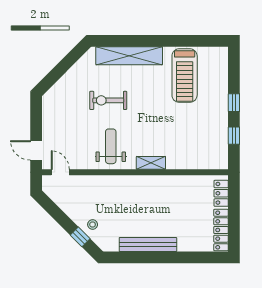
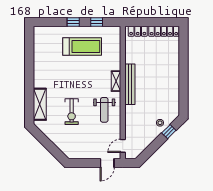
shelving: (129, 56) -> (40, 104), width x0.68
treadmill: (185, 76) -> (82, 47), moved
weight bench: (111, 146) -> (104, 110), turned -90
bench: (148, 245) -> (130, 84), moved

